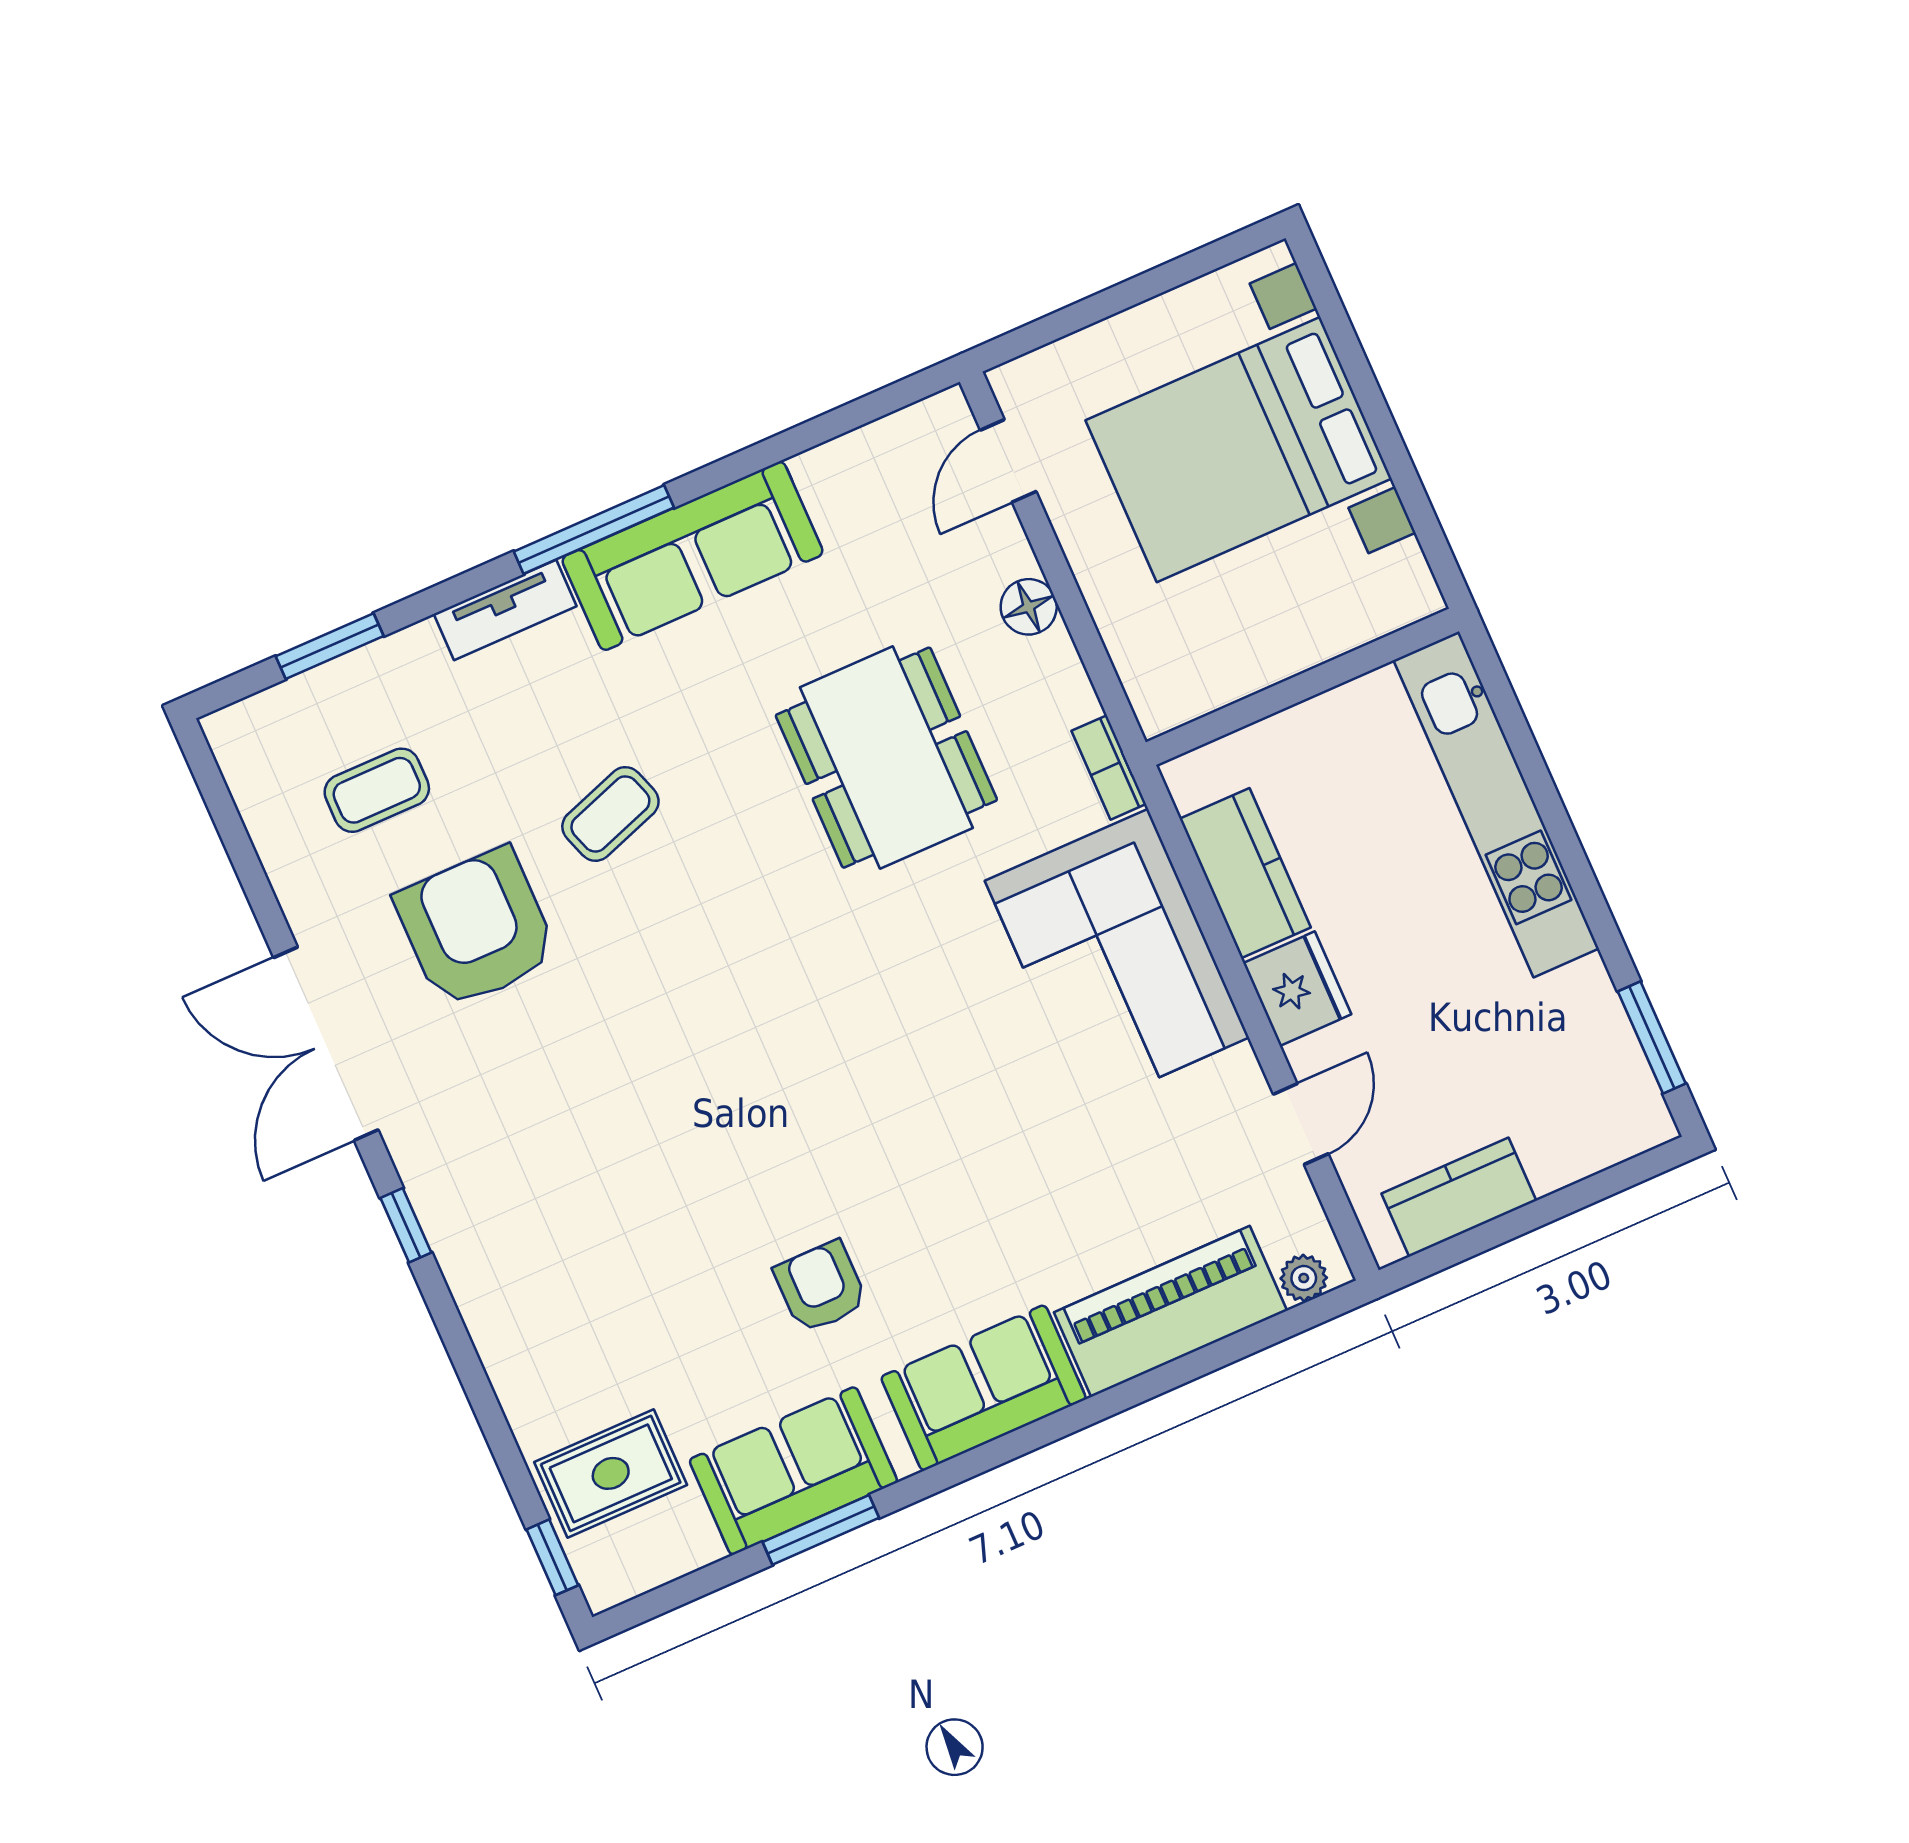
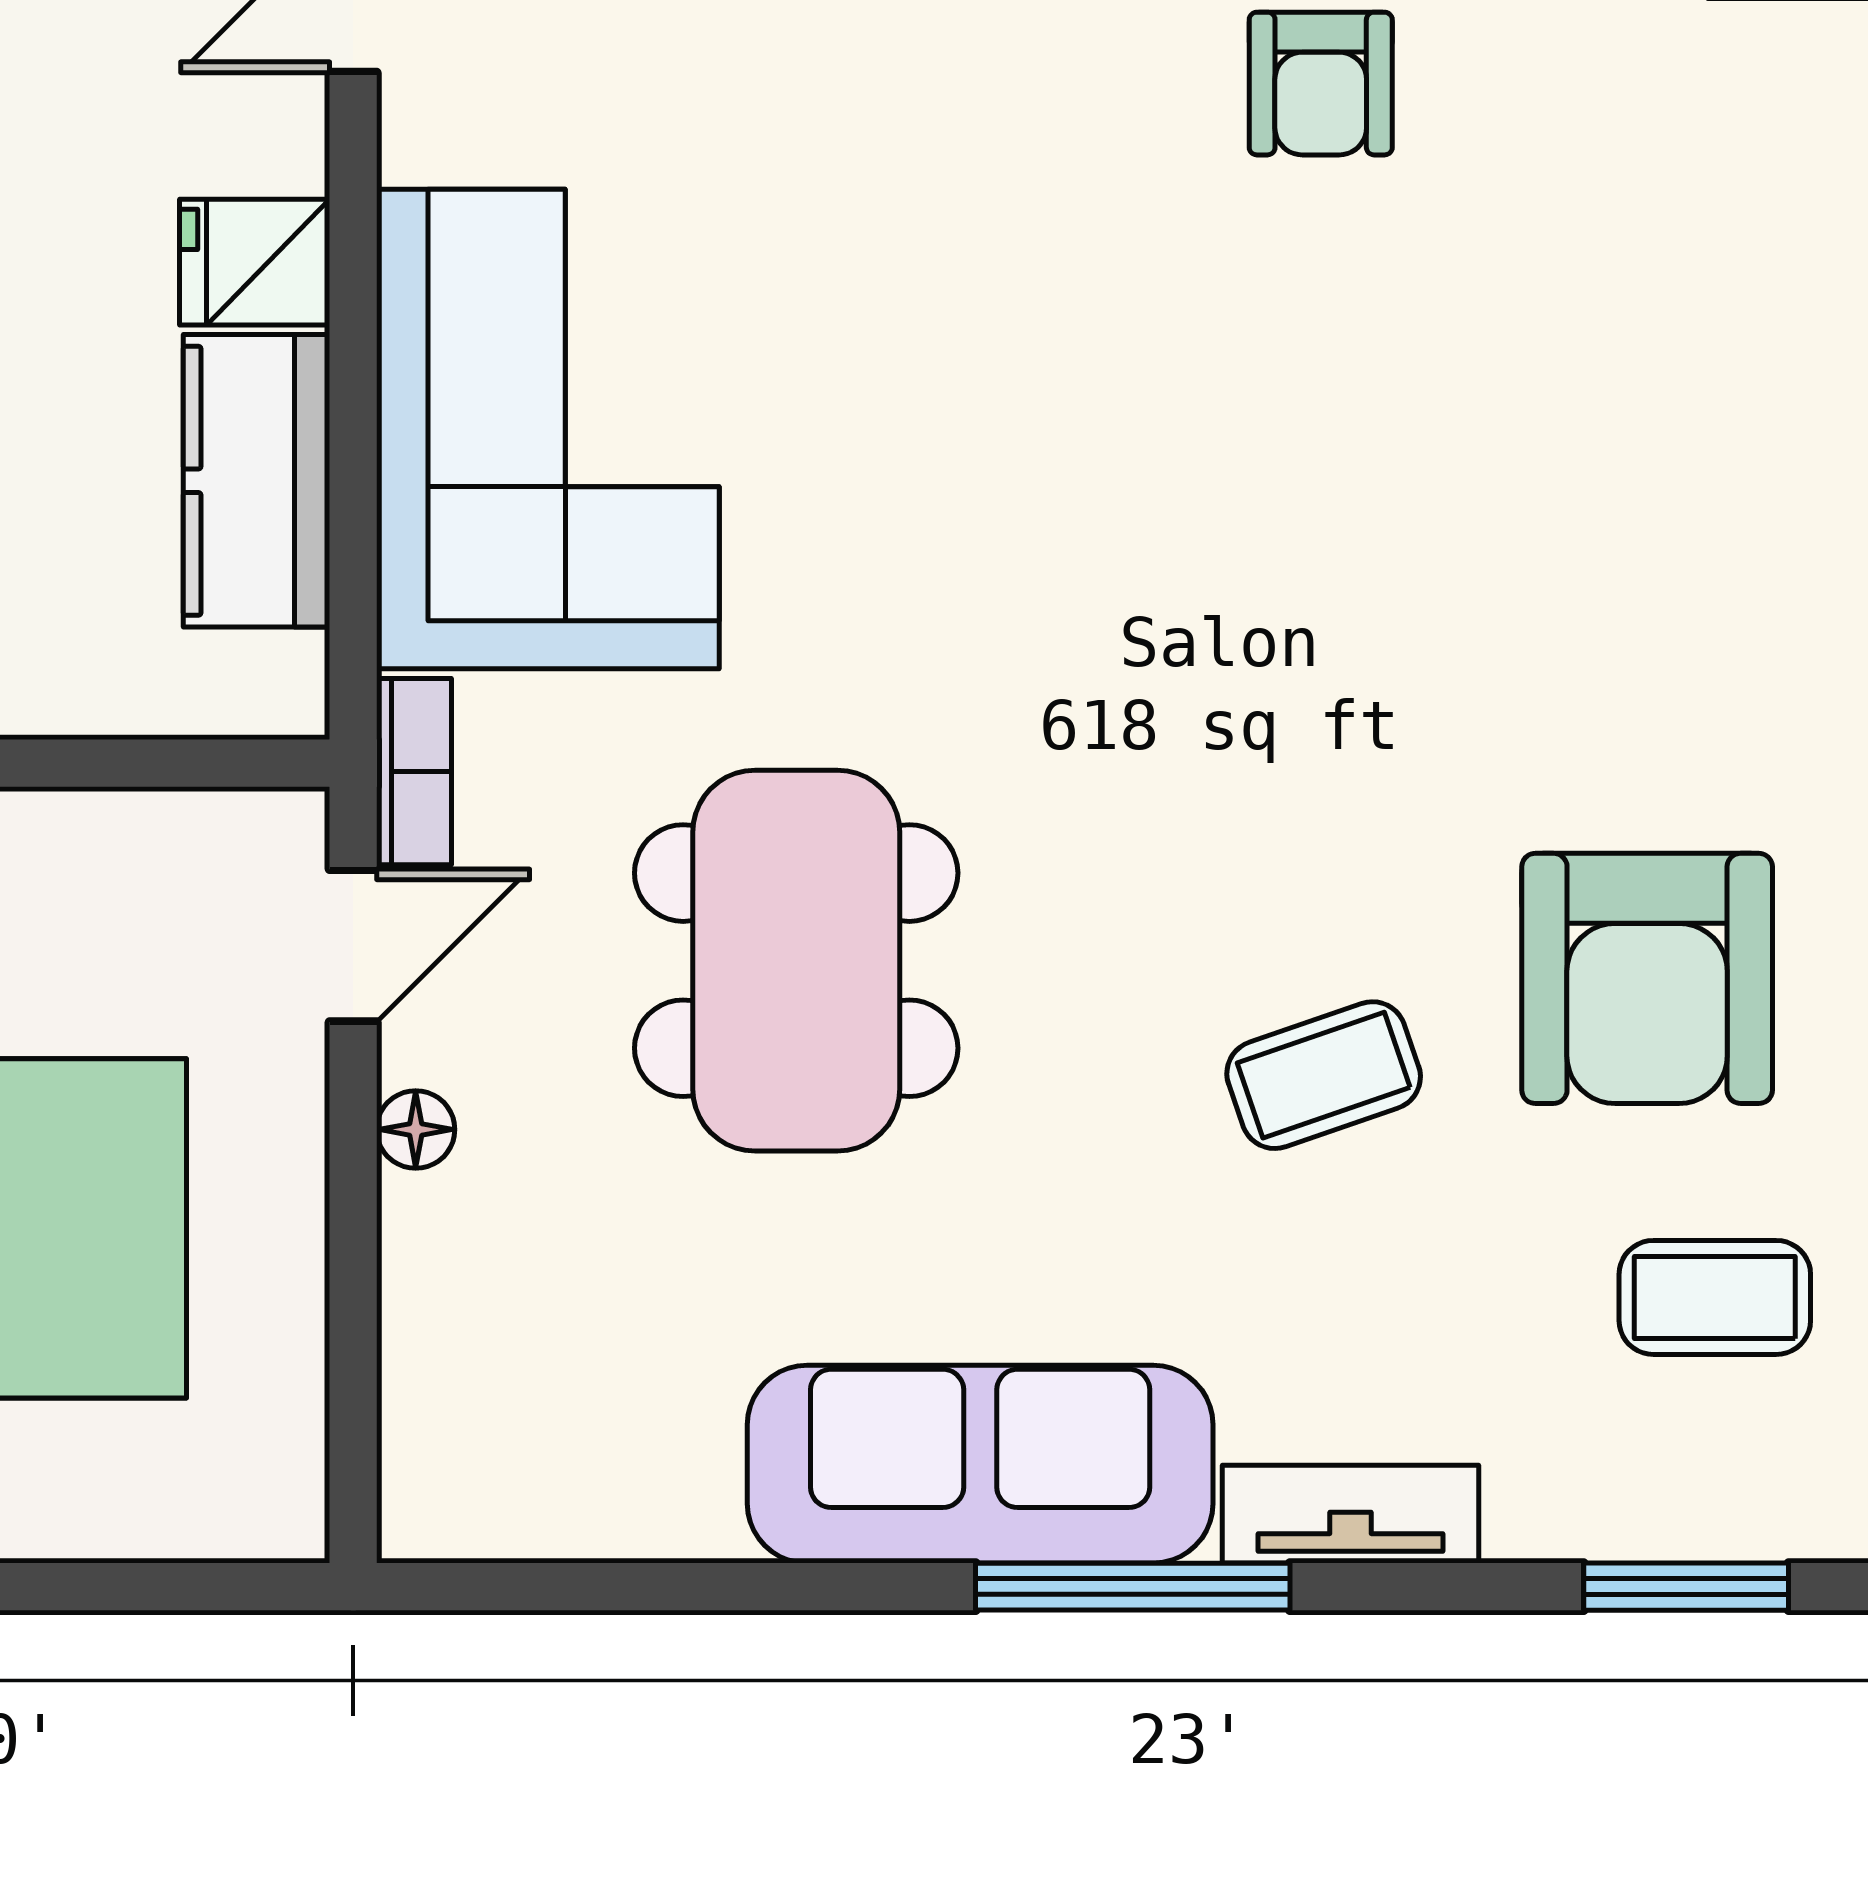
door: (1008, 461) -> (353, 946), moved
floor lamp: (1029, 607) -> (416, 1129), width x0.73, depth x0.73
fridge: (1297, 989) -> (255, 262), width x0.72

